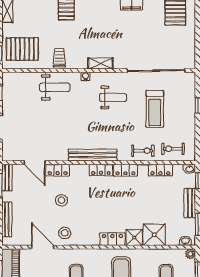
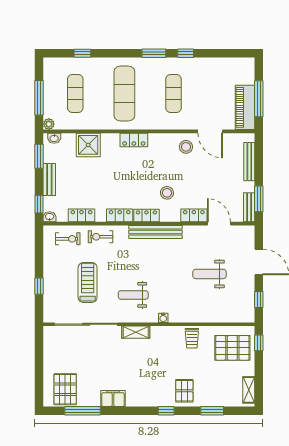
shelving: (100, 63) -> (136, 332), moved
weight bench: (55, 87) -> (210, 274), moved
stool: (62, 200) -> (167, 193), moved
shower: (134, 237) -> (110, 142), removed

